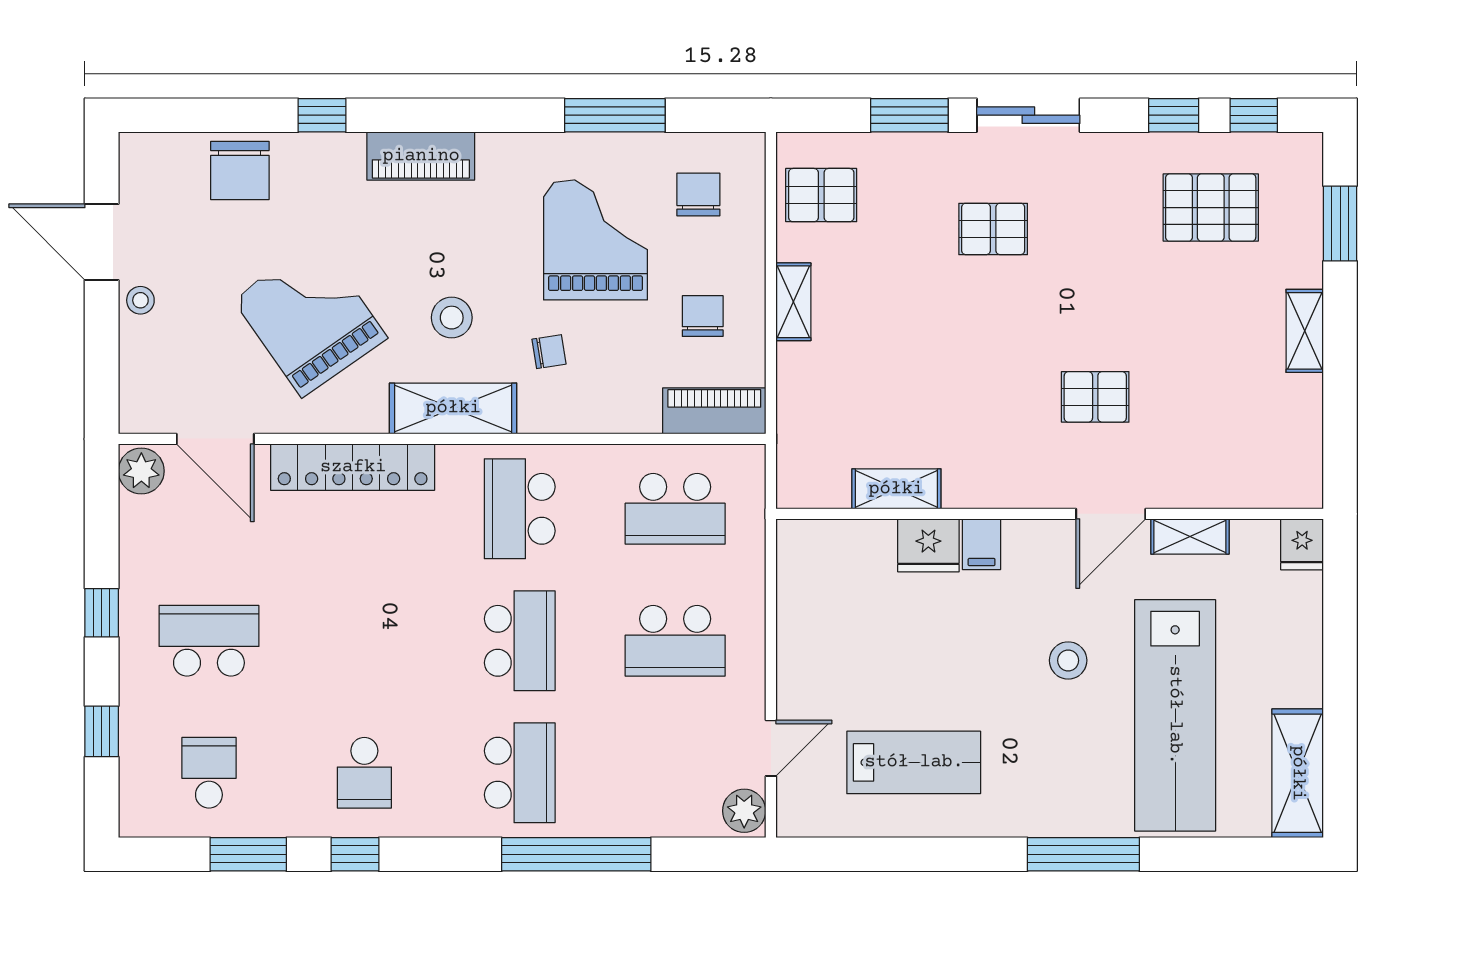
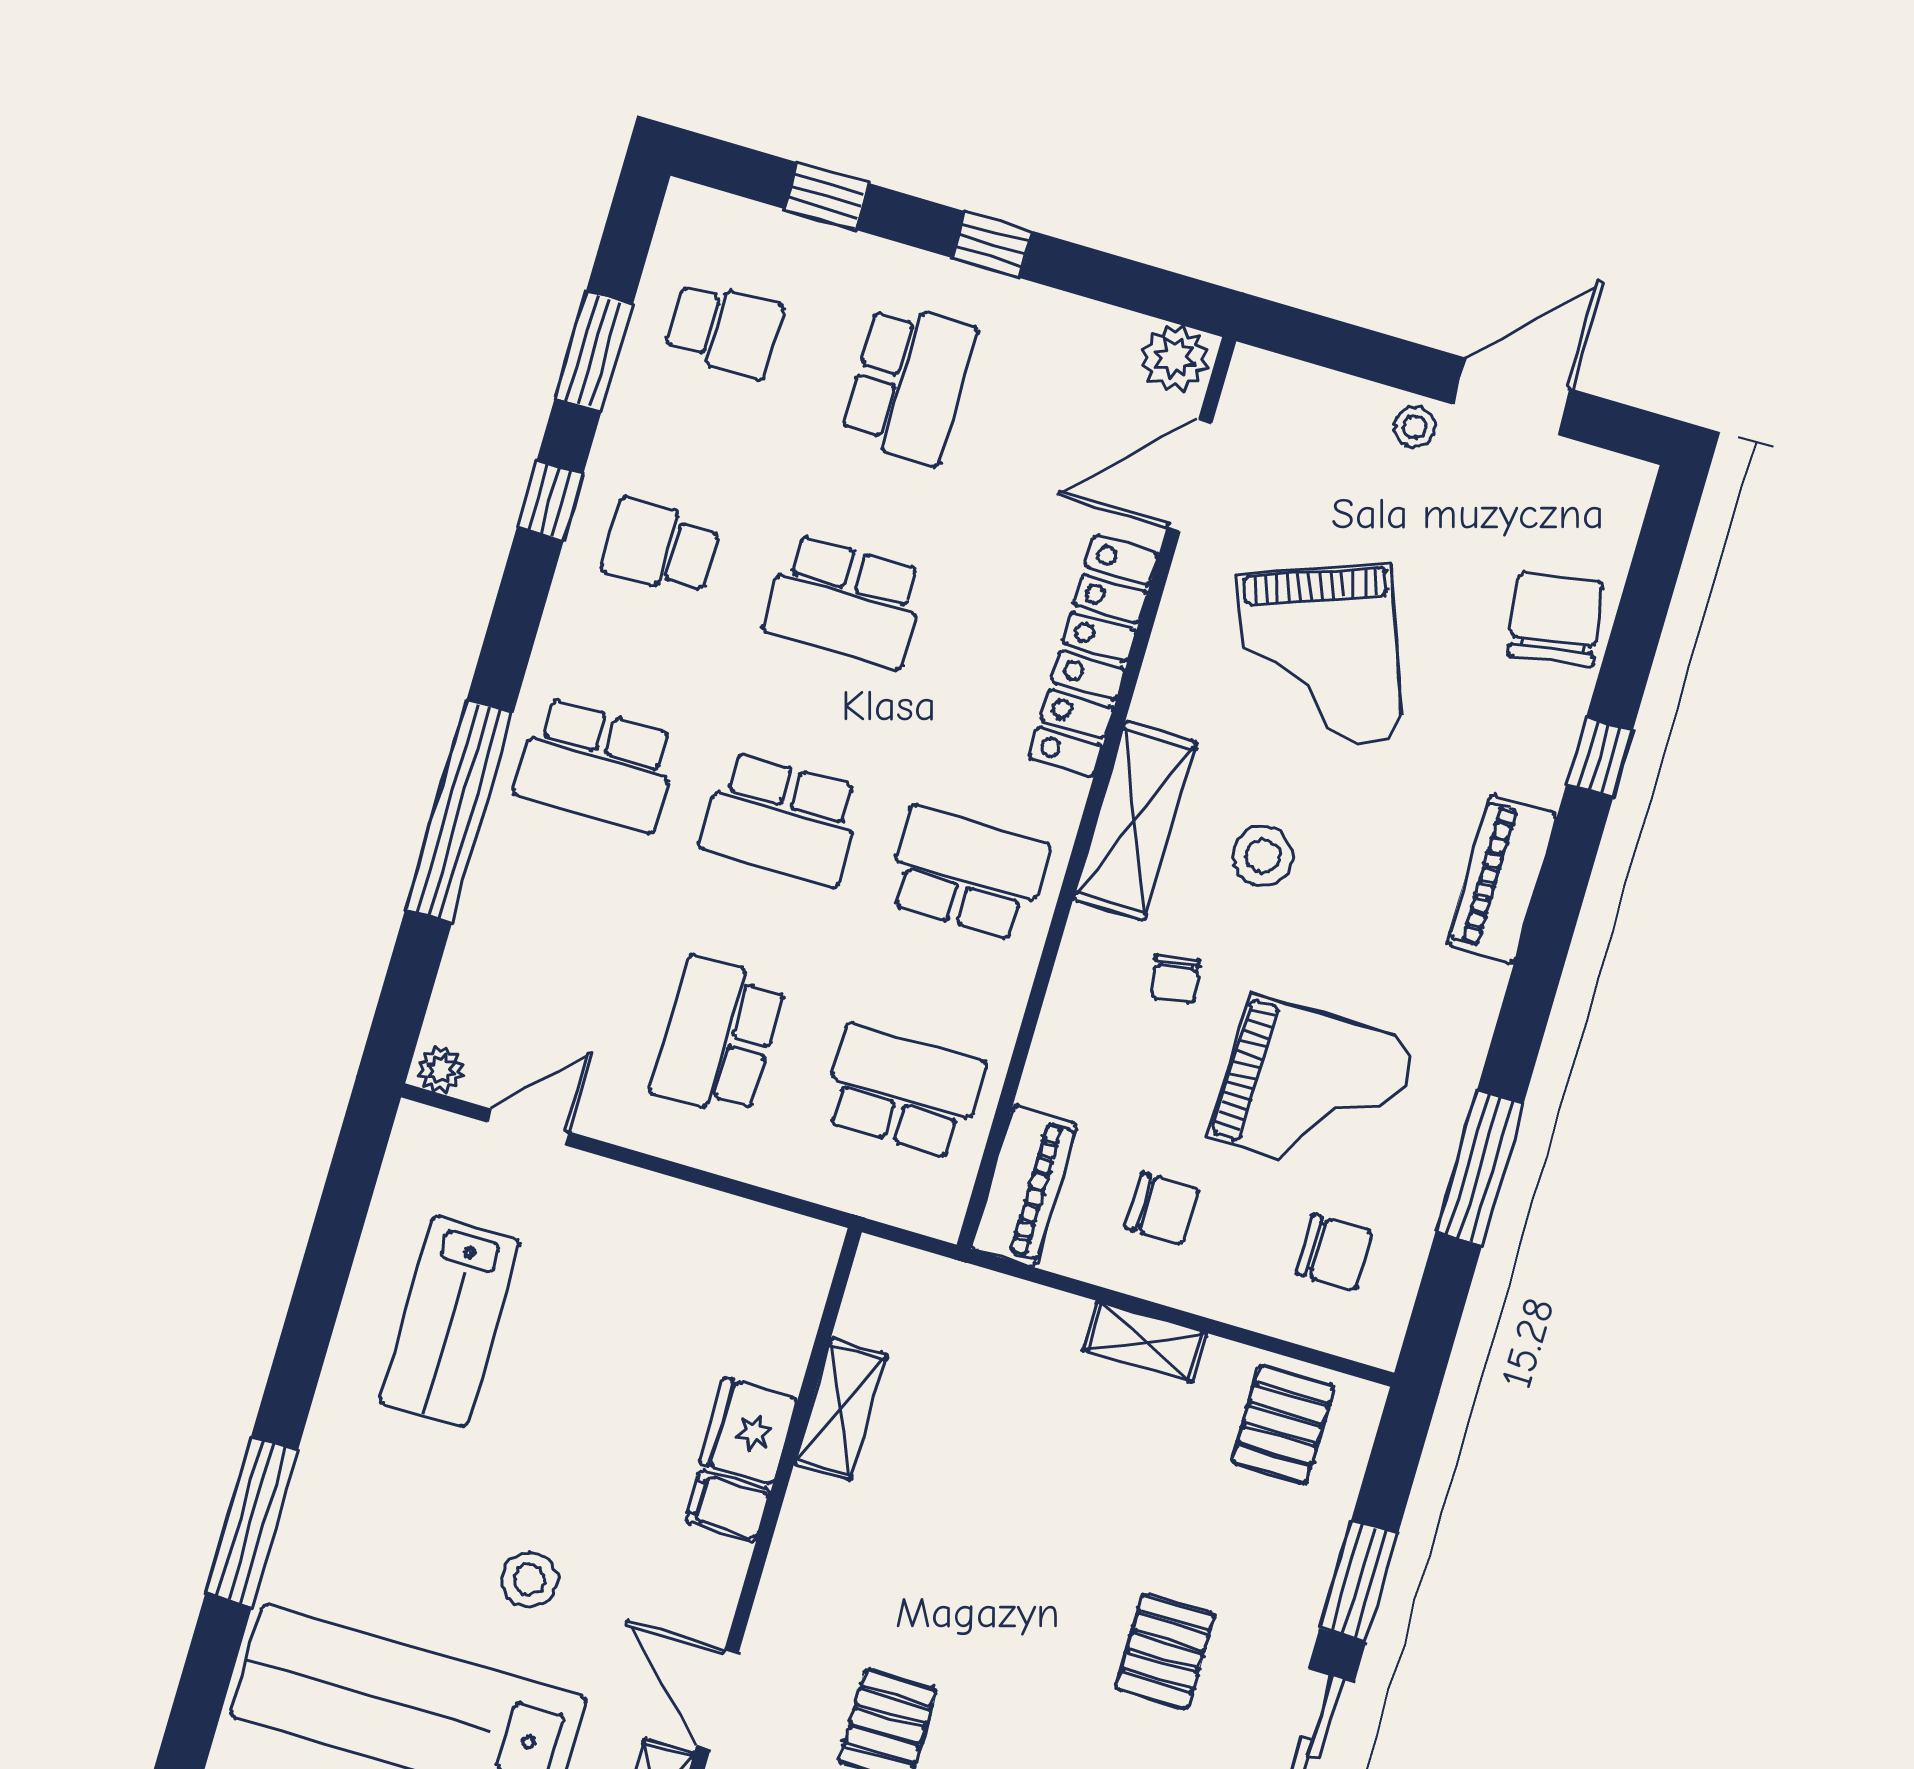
chair: (240, 170) -> (1556, 620), turned 81
grand piano: (310, 318) -> (1320, 657), turned 105
school desk: (675, 509) -> (903, 1091), turned 90
school desk: (364, 641) -> (845, 601), added
door: (771, 748) -> (528, 1127), swing flipped
plant: (744, 811) -> (441, 1070), width x0.73, depth x0.73

